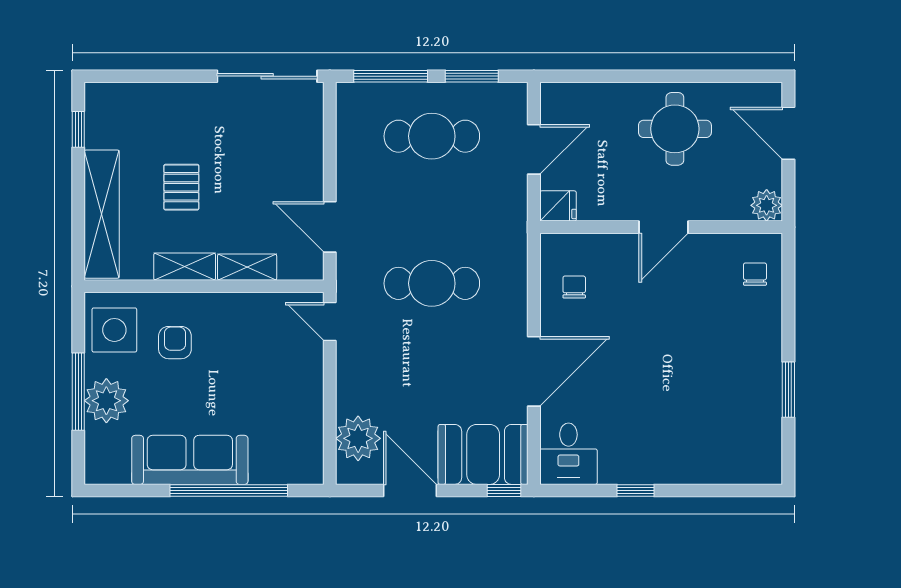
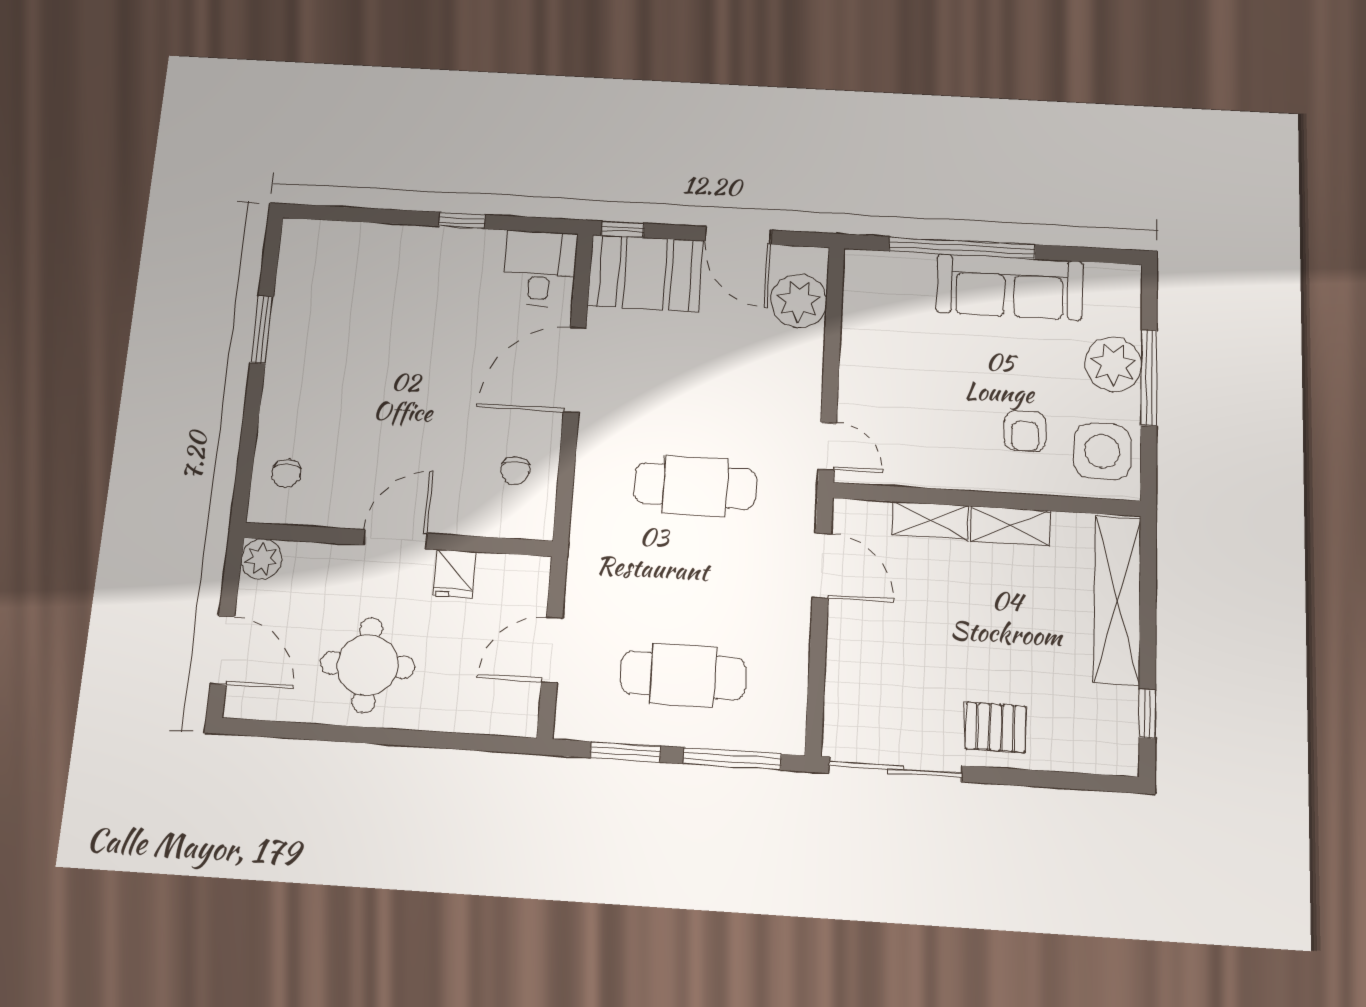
pallet: (181, 187) -> (996, 727), moved, turned 90
fridge: (558, 206) -> (454, 574), moved, turned -90

